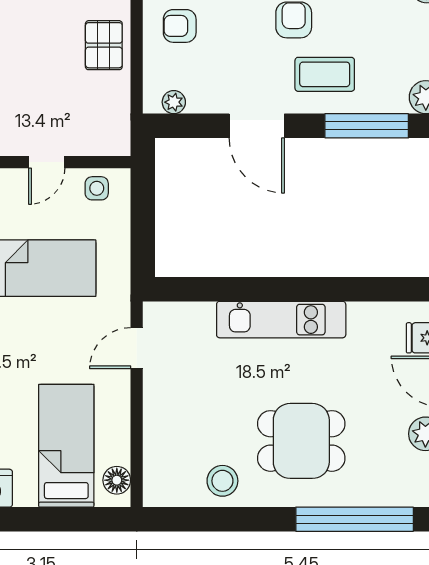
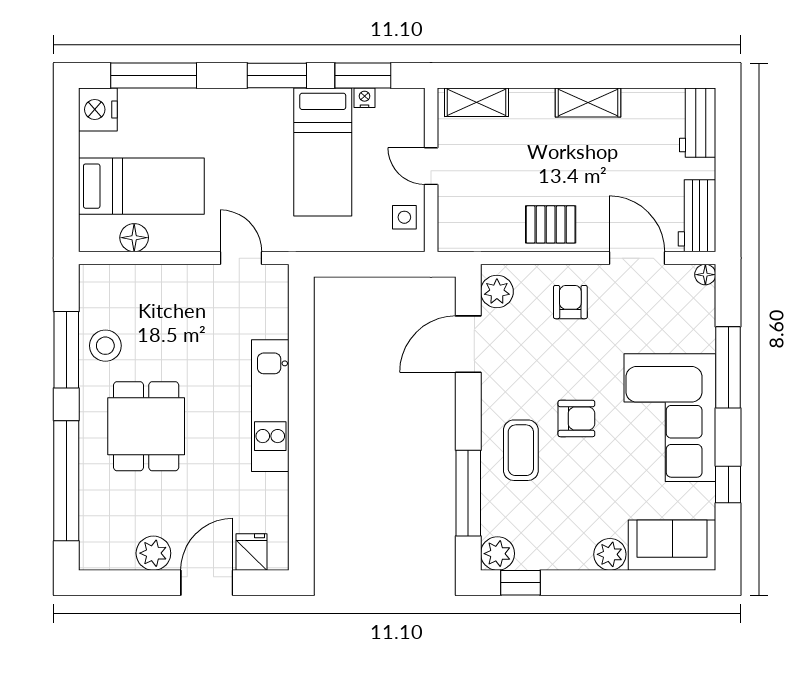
plant: (174, 102) -> (497, 291), width x1.38, depth x1.38
door: (257, 126) -> (468, 344), moved
floor lamp: (117, 480) -> (134, 238), moved
window: (226, 519) -> (66, 350), added

